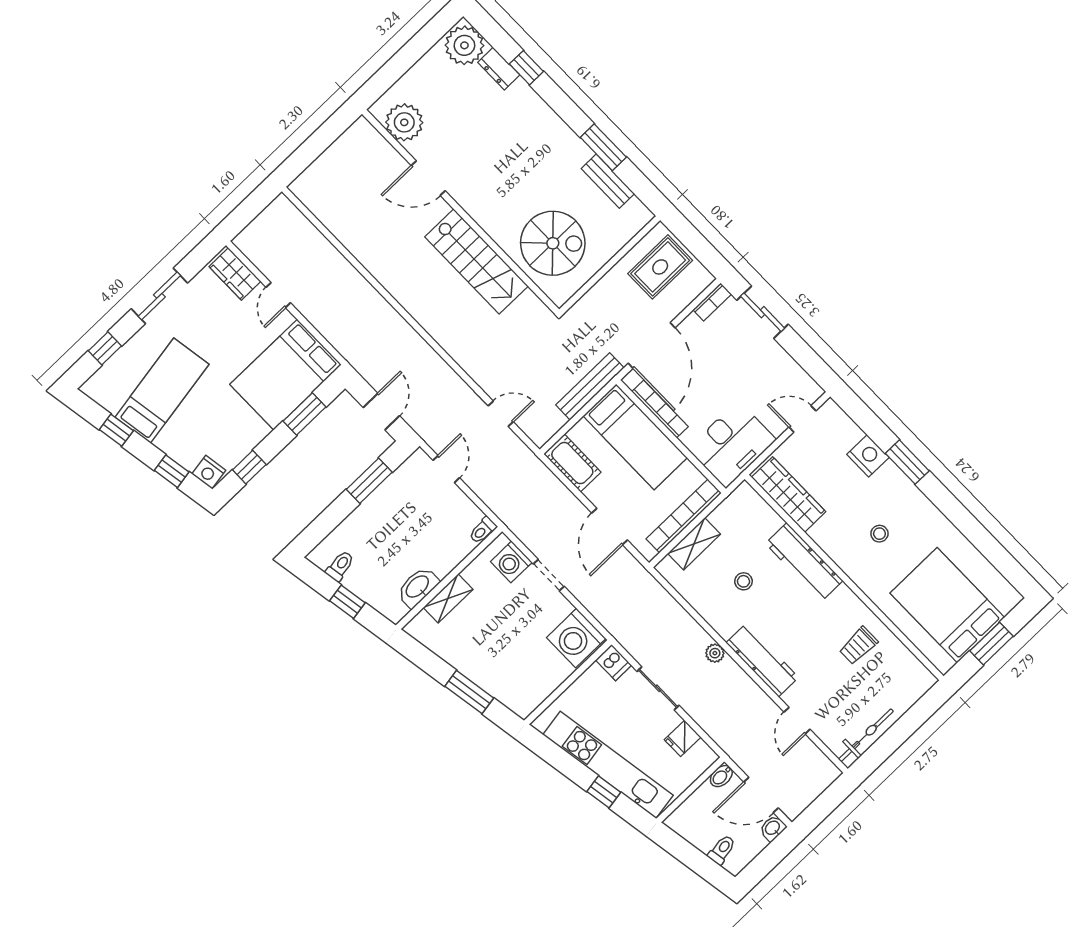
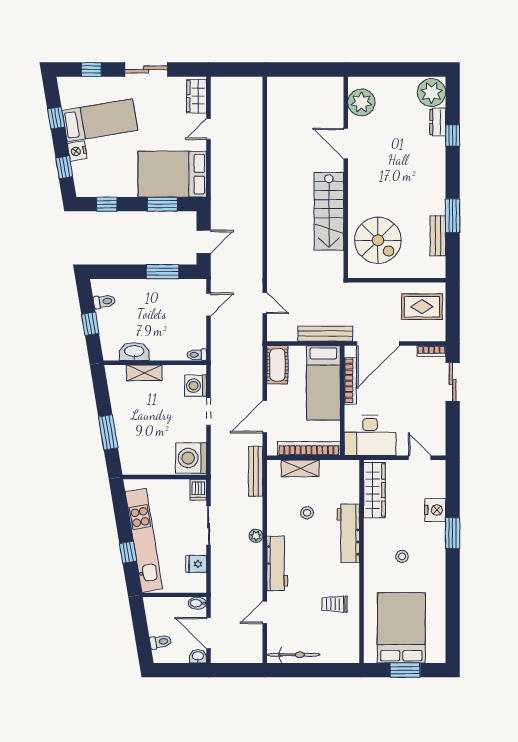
nightstand: (209, 472) -> (77, 151), moved
bench: (653, 589) -> (256, 471), added

